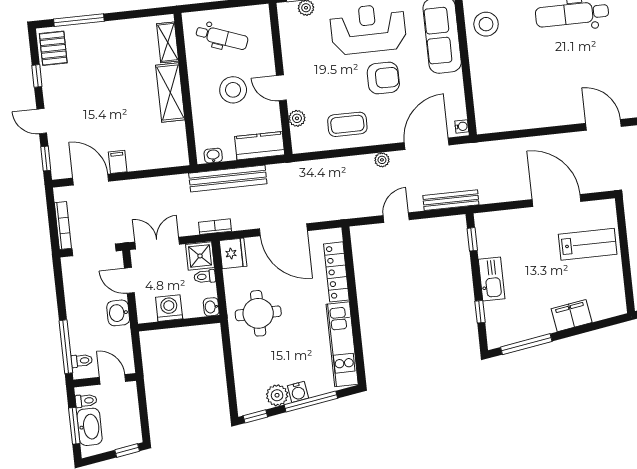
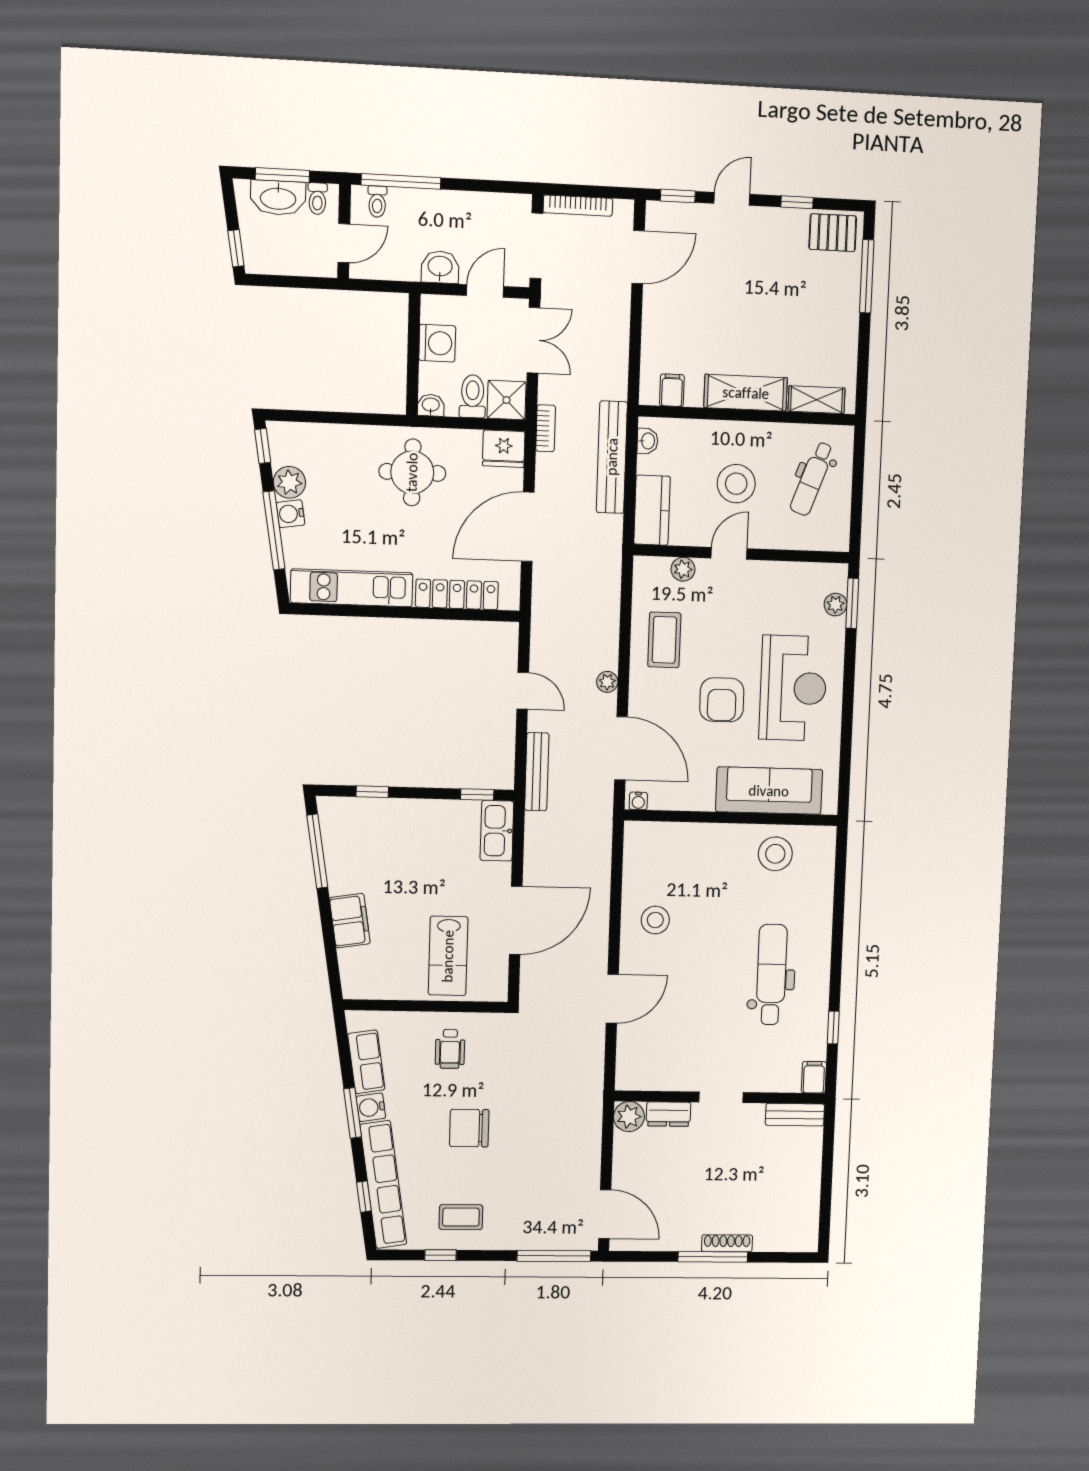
stool: (544, 102) -> (655, 920), added
filing cabinet: (118, 162) -> (672, 390), moved, turned -90
toilet: (205, 277) -> (473, 396), width x1.37, depth x1.39
kitchen sink: (492, 279) -> (497, 831), moved, turned 90

